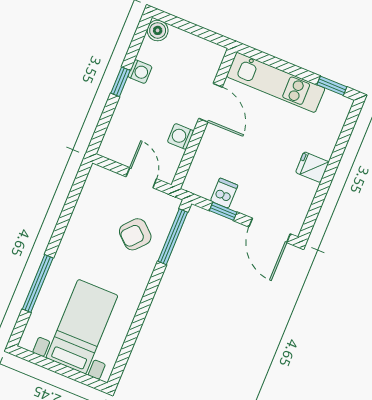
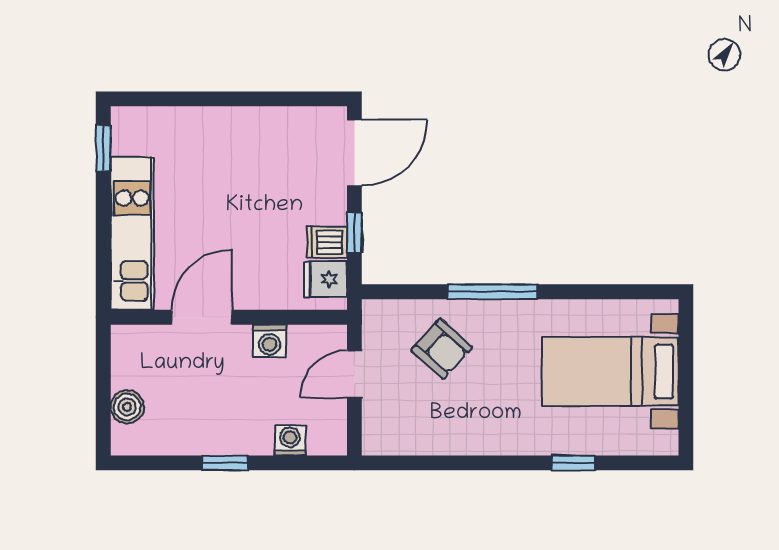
boiler: (158, 30) -> (127, 407), moved
washing machine: (140, 72) -> (290, 440), moved
fridge: (312, 167) -> (325, 279), moved, turned 90
window: (173, 237) -> (492, 292), moved
window: (38, 283) -> (573, 463), width x0.46

